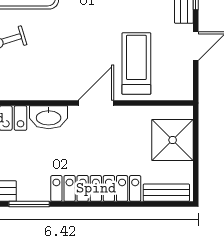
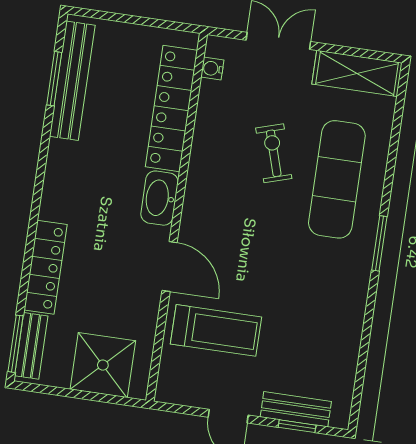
locker: (96, 188) -> (46, 267), width x0.71, depth x0.83
window: (29, 204) -> (16, 344), moved

